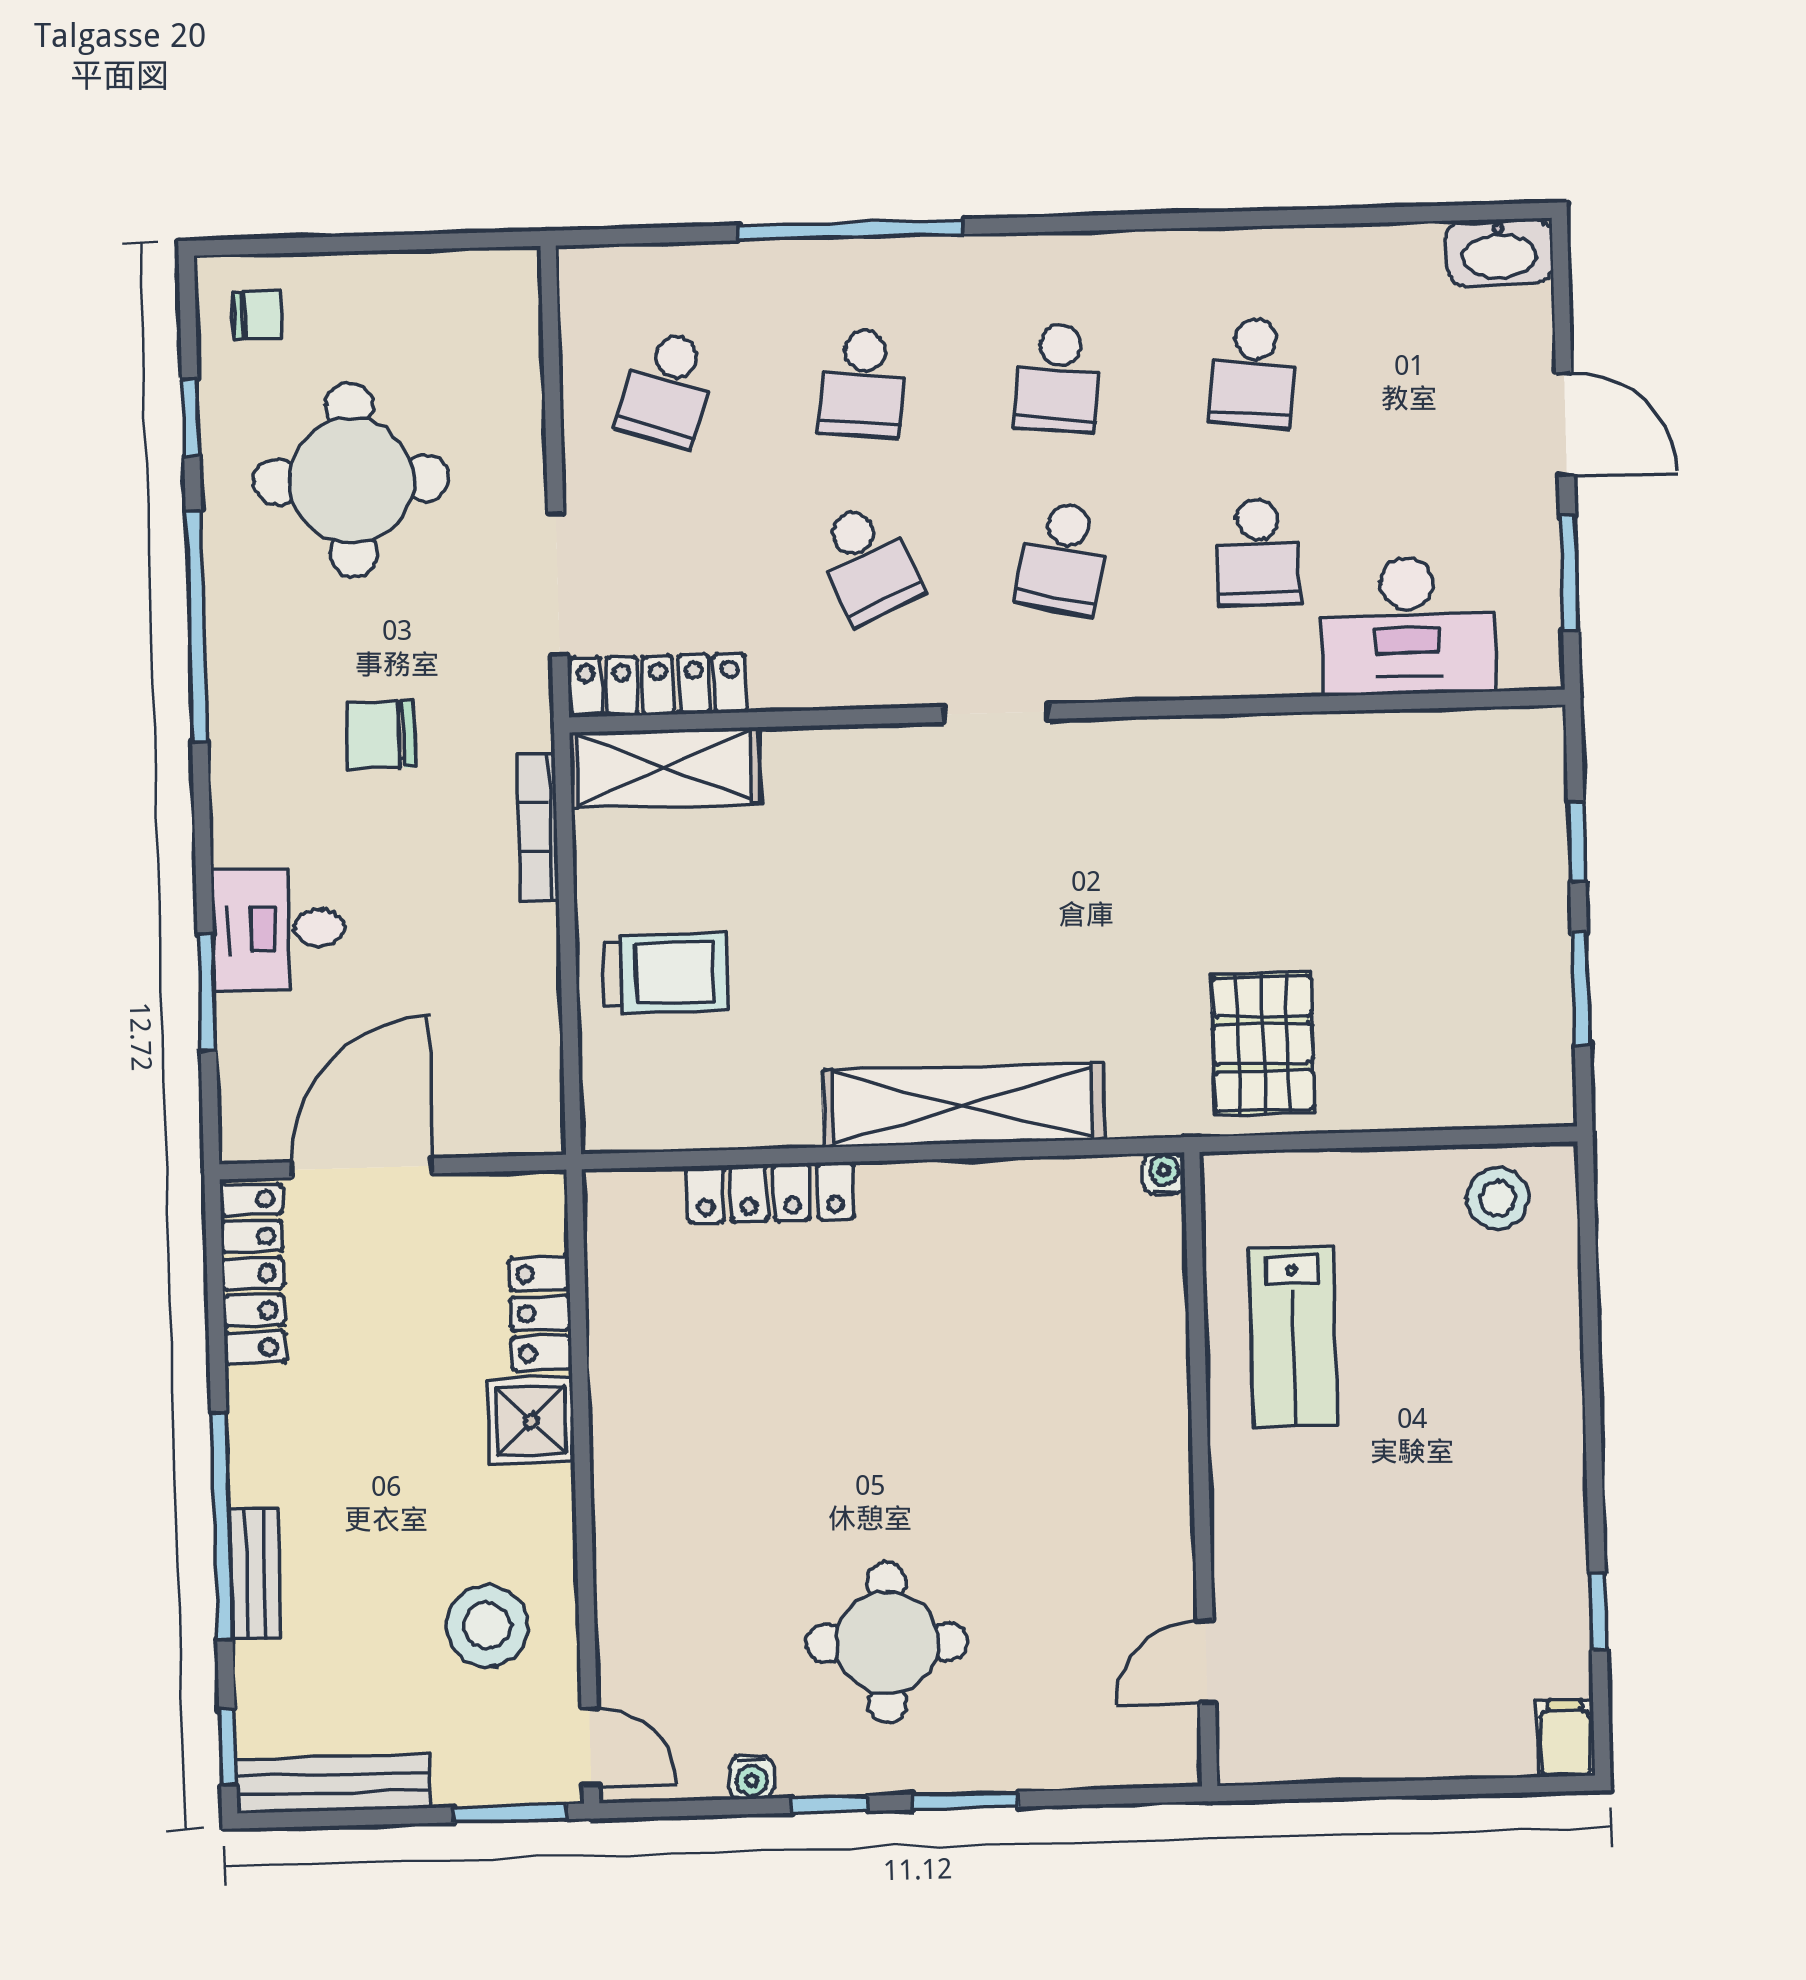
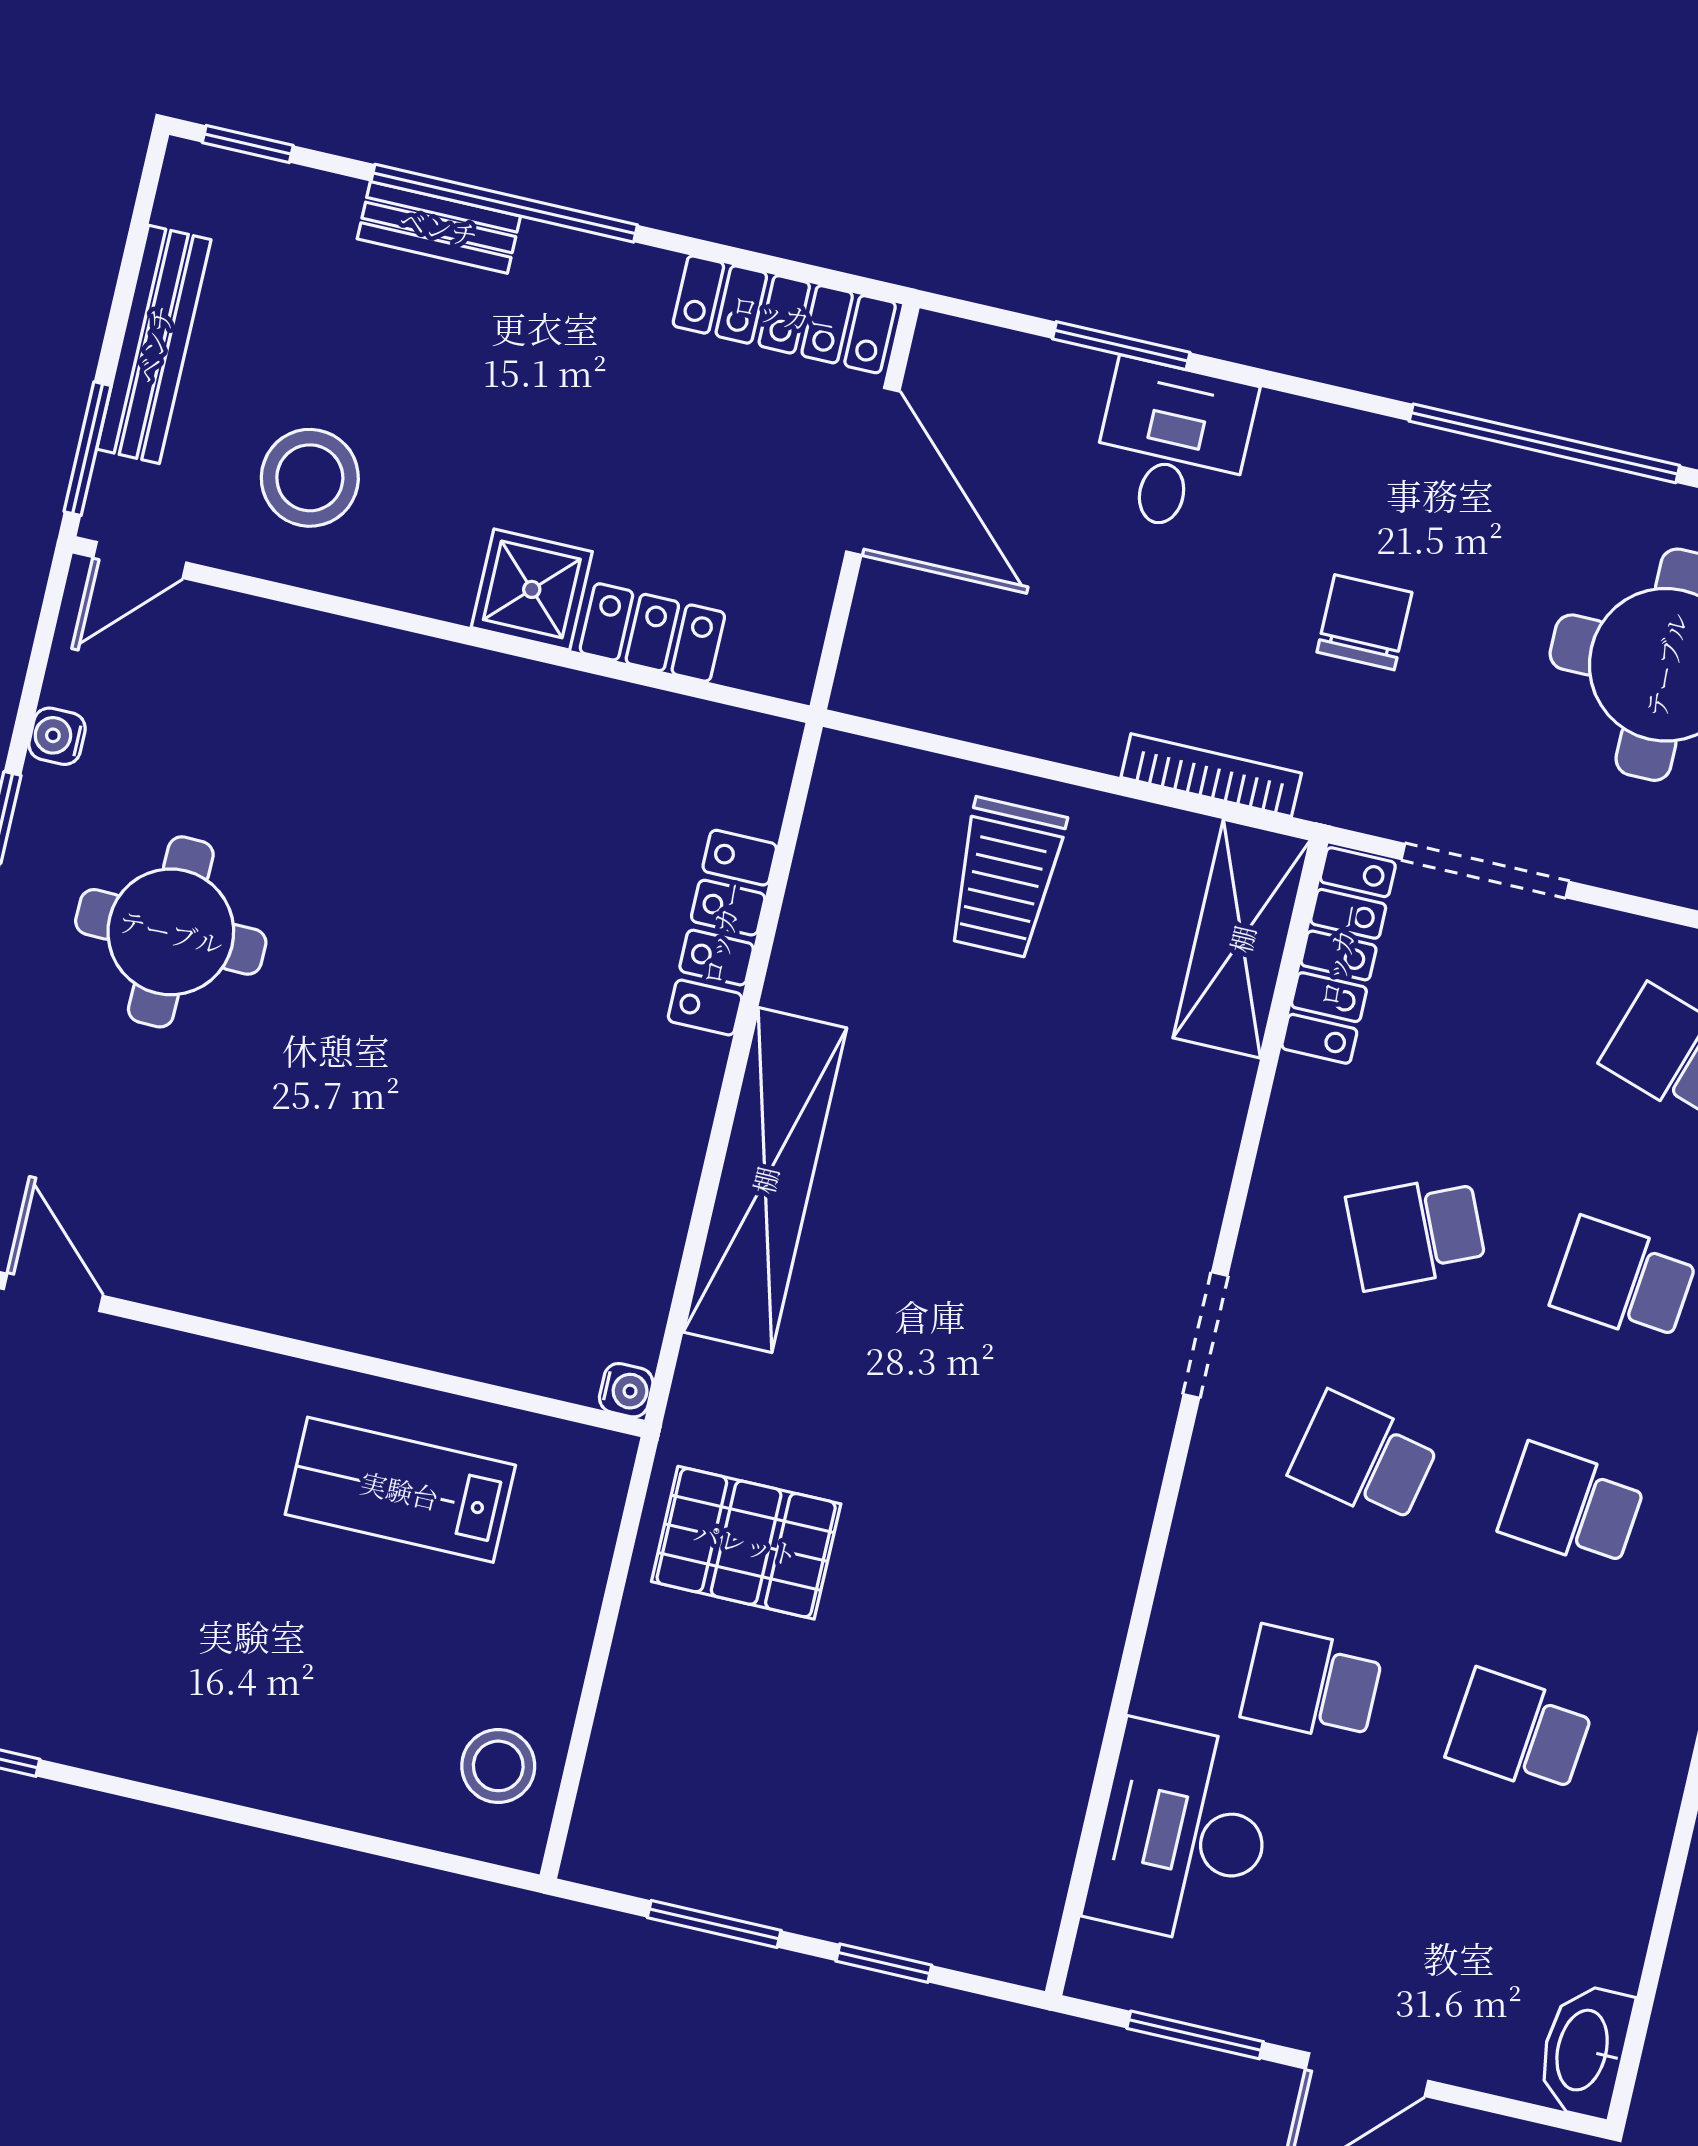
bench: (333, 1784) -> (154, 344), moved

